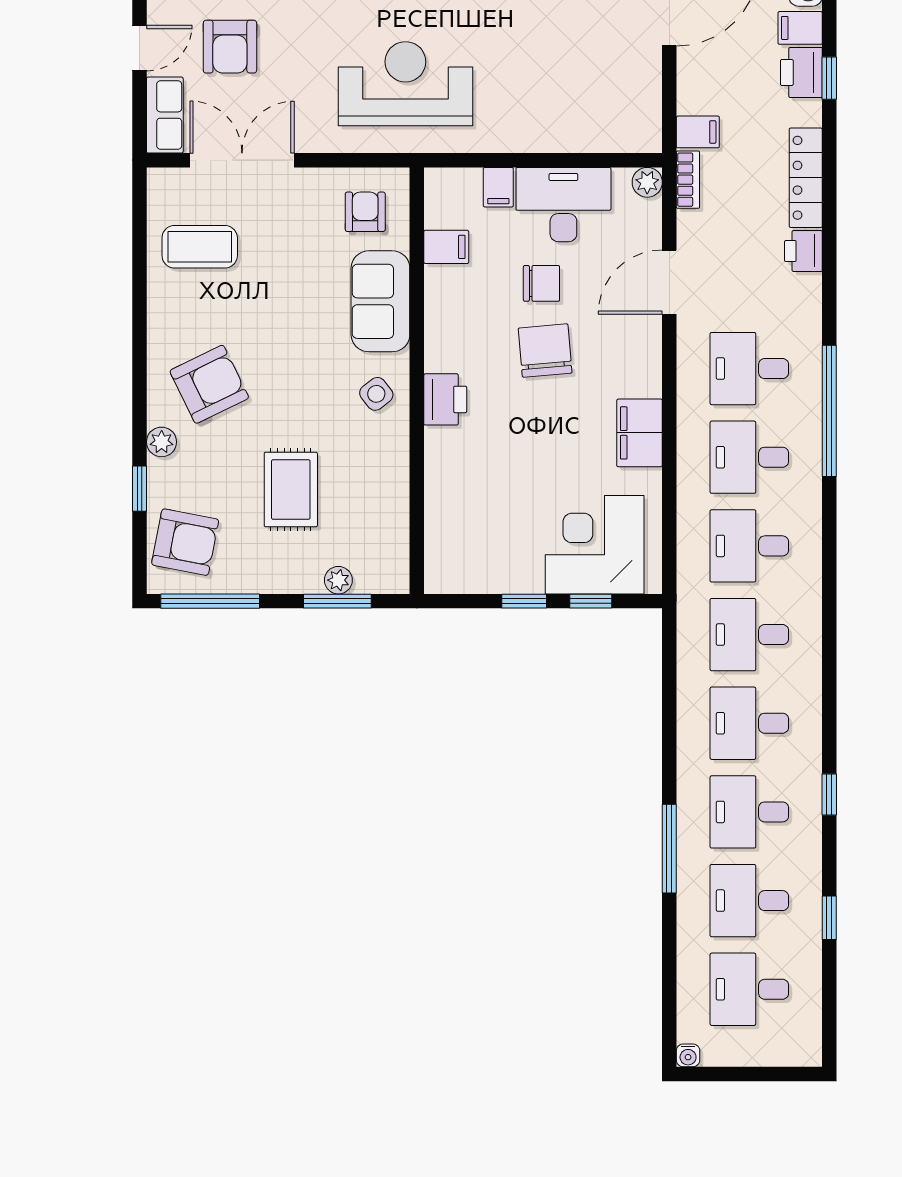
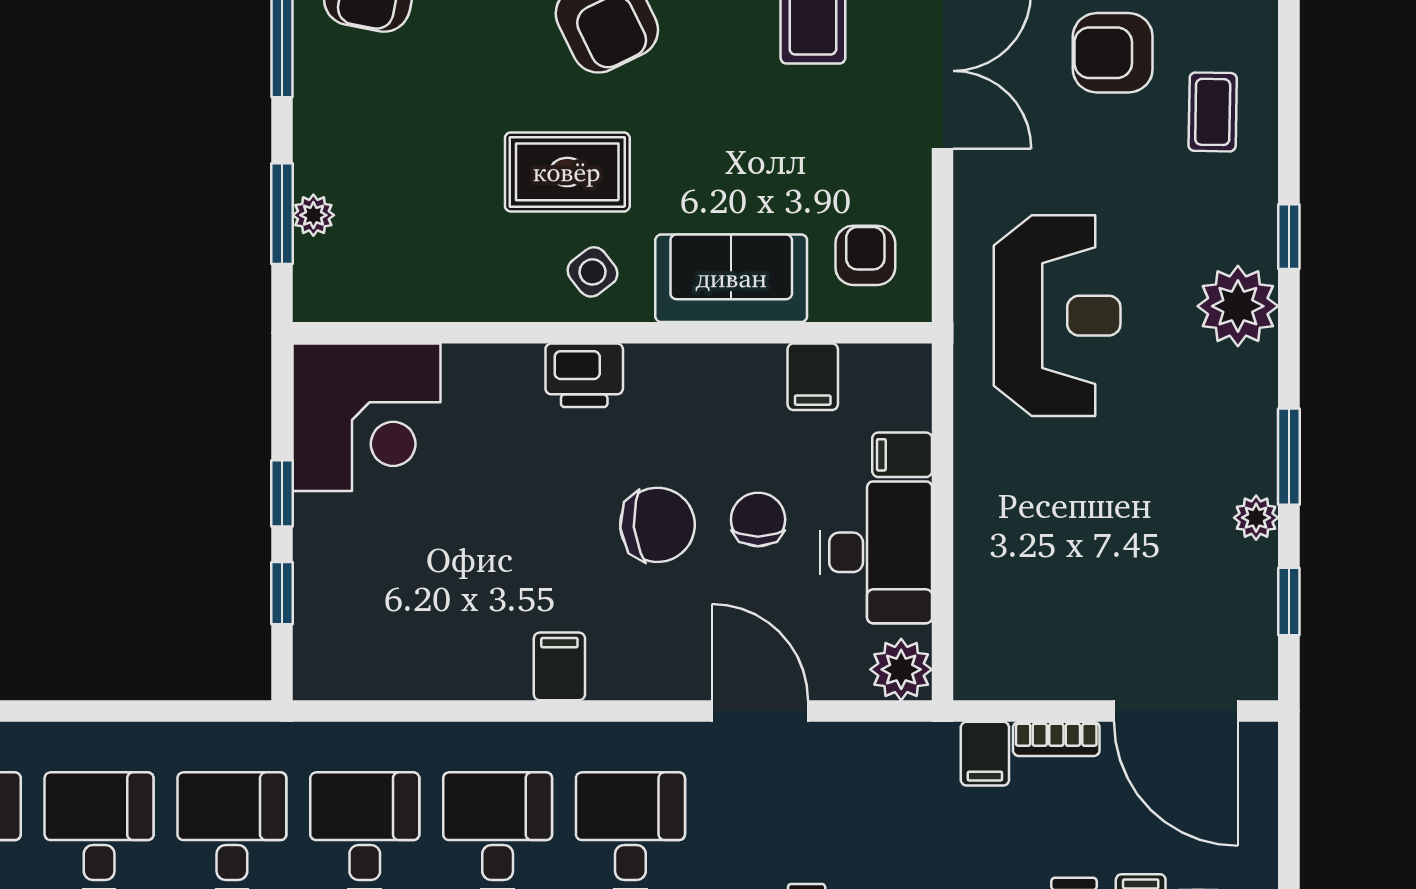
bookcase: (688, 180) -> (1056, 739), moved
plant: (647, 182) -> (901, 669), width x1.38, depth x1.38
armchair: (365, 212) -> (865, 255), turned -90
chair: (541, 283) -> (758, 519), turned 180
filing cabinet: (640, 433) -> (559, 666), width x0.50
rug: (291, 489) -> (567, 172), moved
corner desk: (595, 545) -> (367, 417), moved, turned 90

